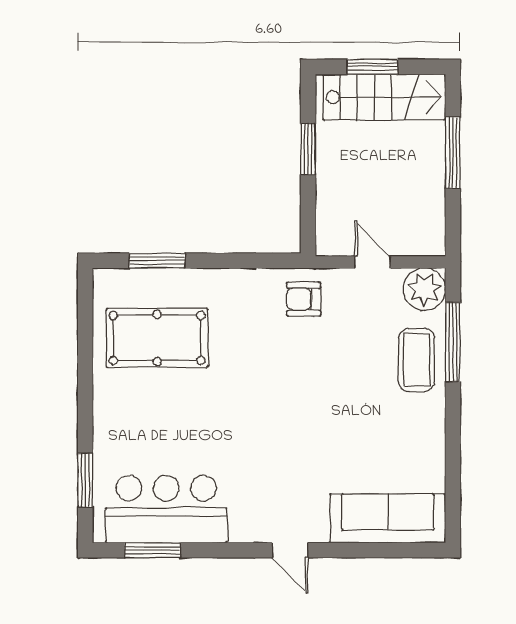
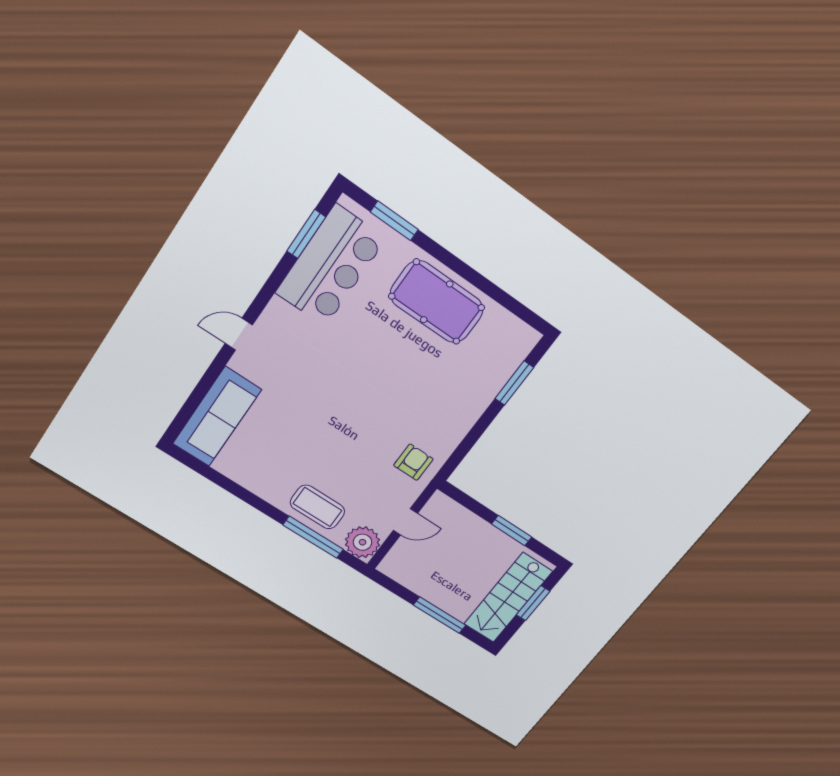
pool table: (157, 338) -> (437, 302), moved, turned 90

